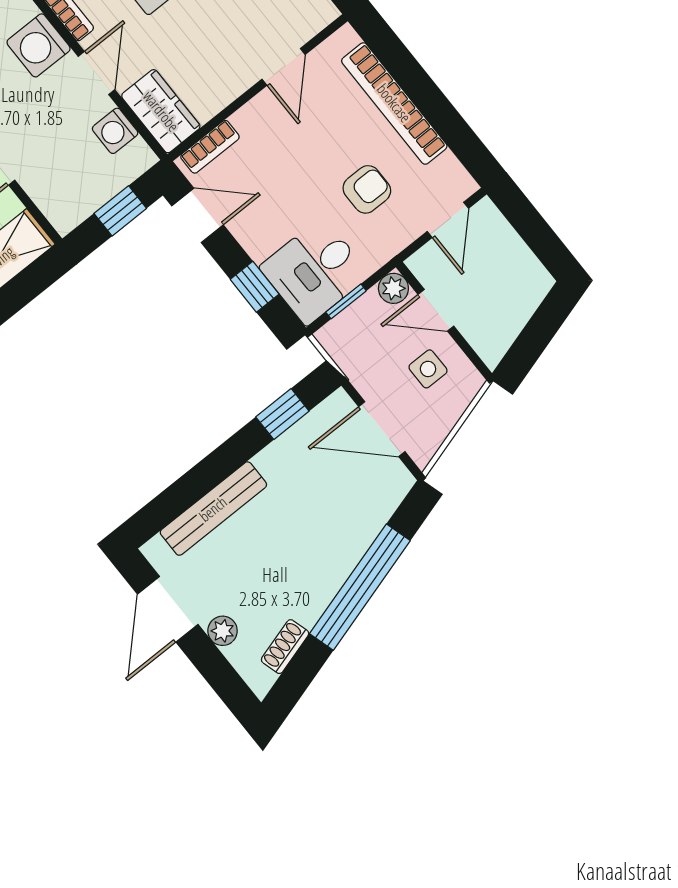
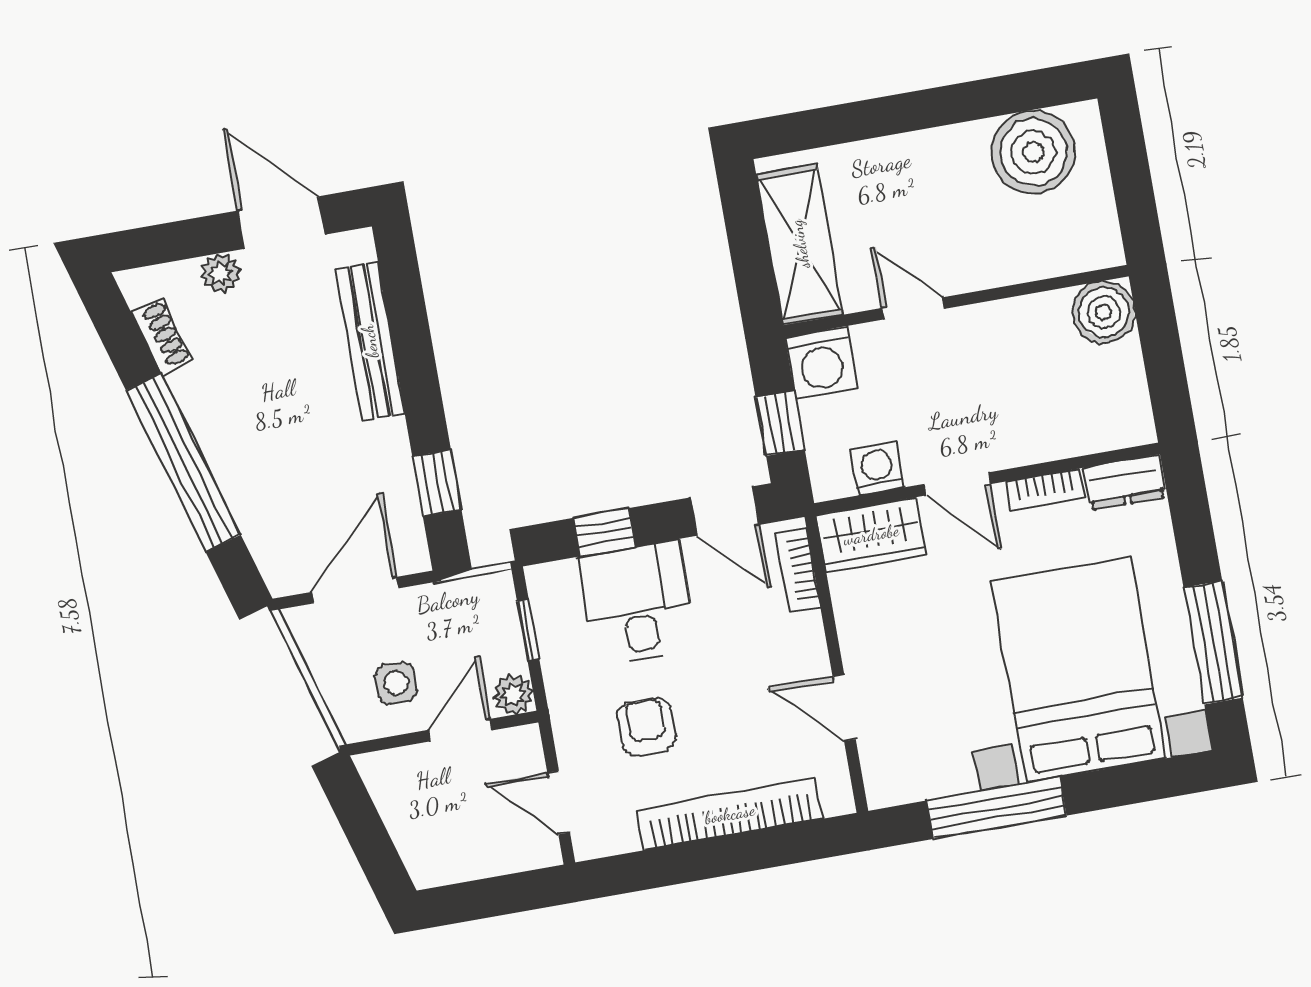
washing machine: (39, 45) -> (821, 363), moved, turned 180
armchair: (367, 189) -> (647, 727), turned 180
door: (197, 215) -> (725, 511), hinge flipped
desk: (315, 271) -> (637, 603), moved

